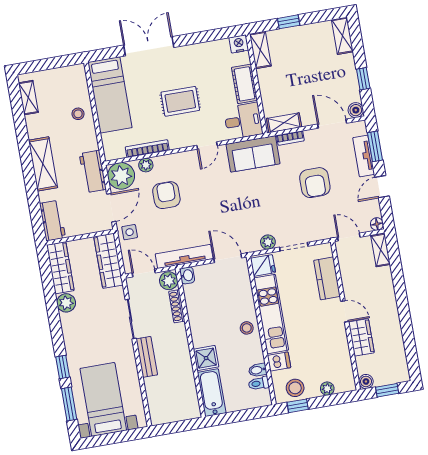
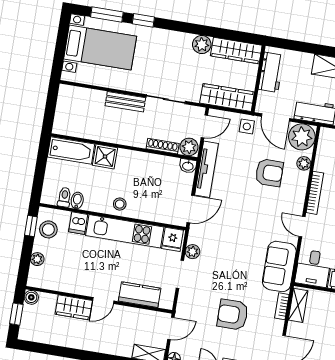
bookcase: (147, 149) -> (315, 193), moved
workbench: (52, 221) -> (271, 72), moved, turned -90

